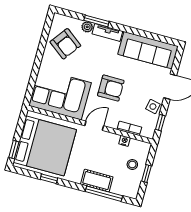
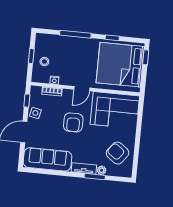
armchair: (111, 88) -> (73, 122), turned -90
cot: (97, 181) -> (72, 43), removed
window: (104, 194) -> (75, 34), moved

